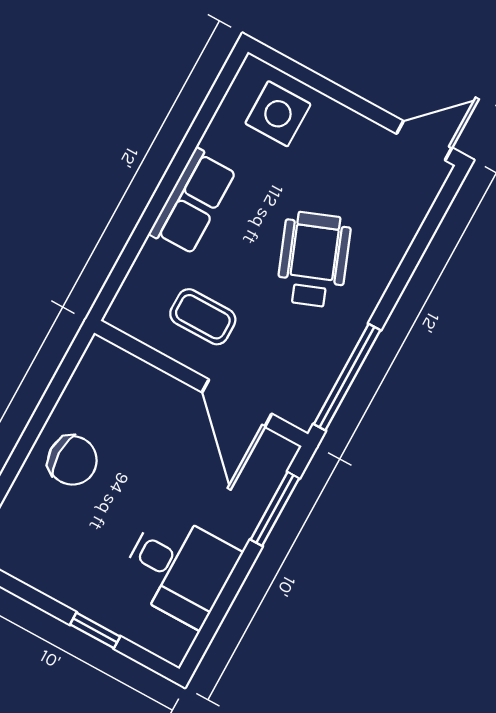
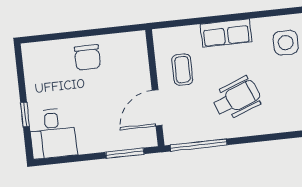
desk: (179, 568) -> (53, 133), moved

